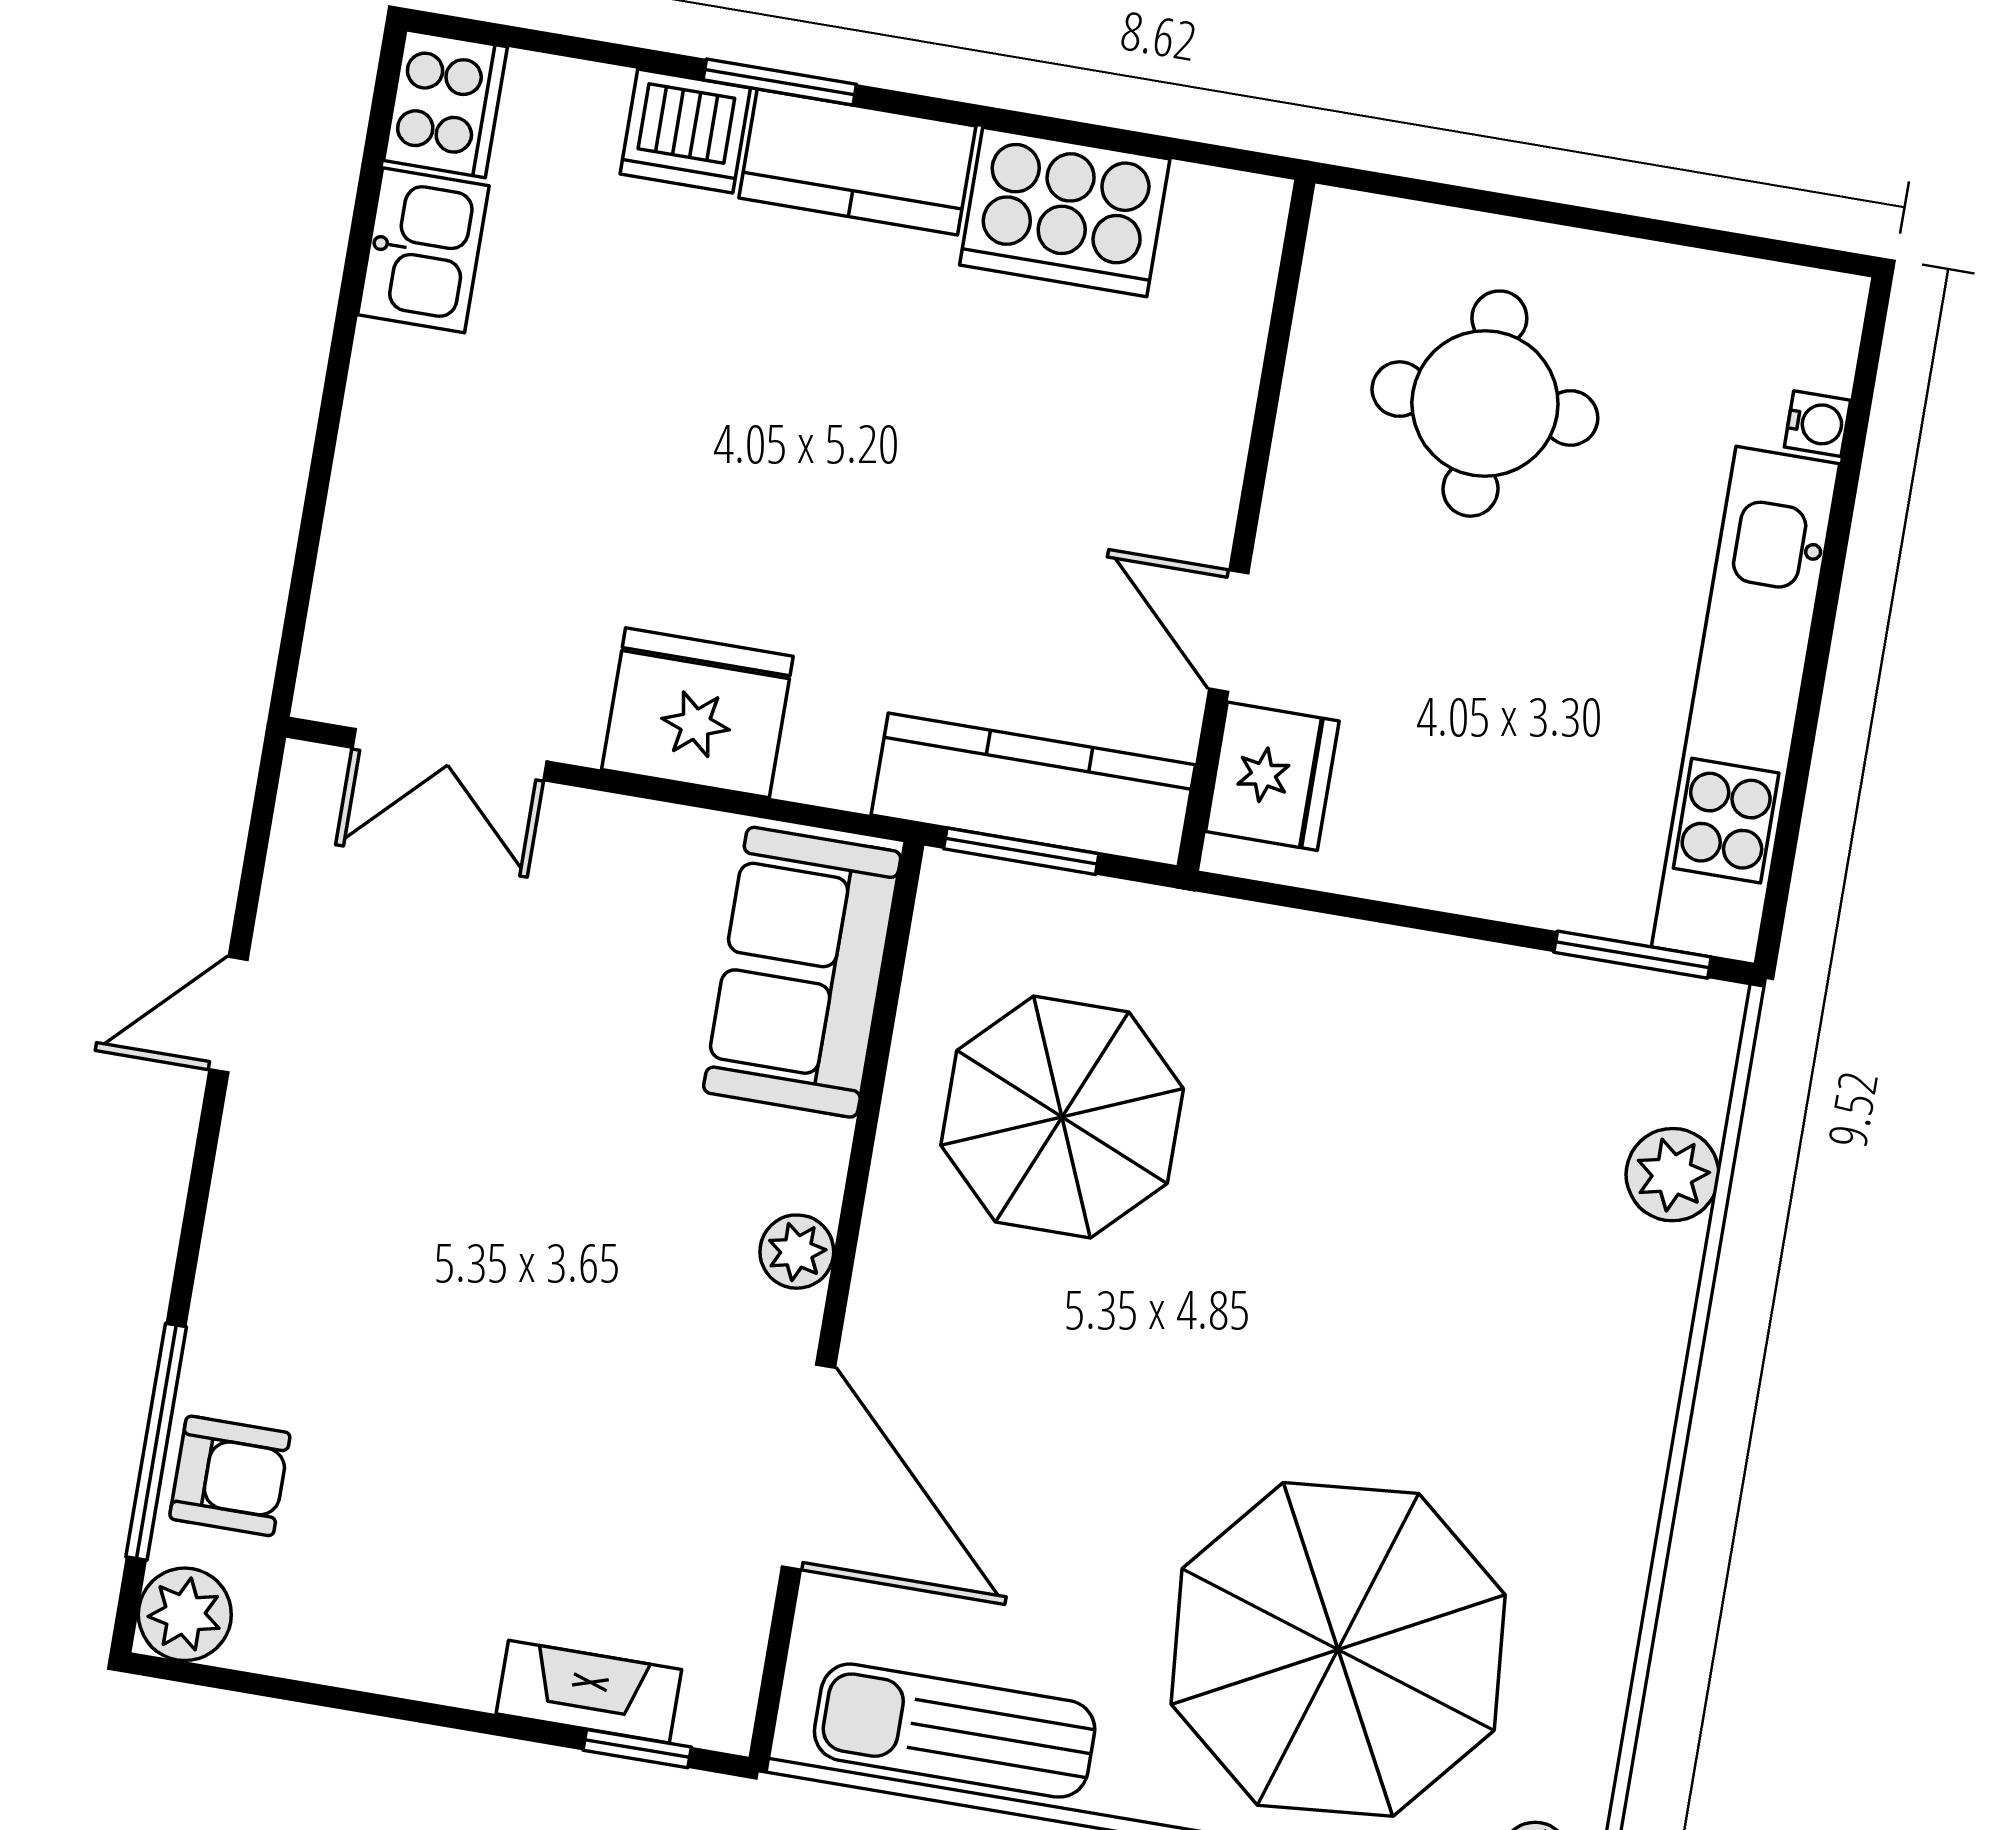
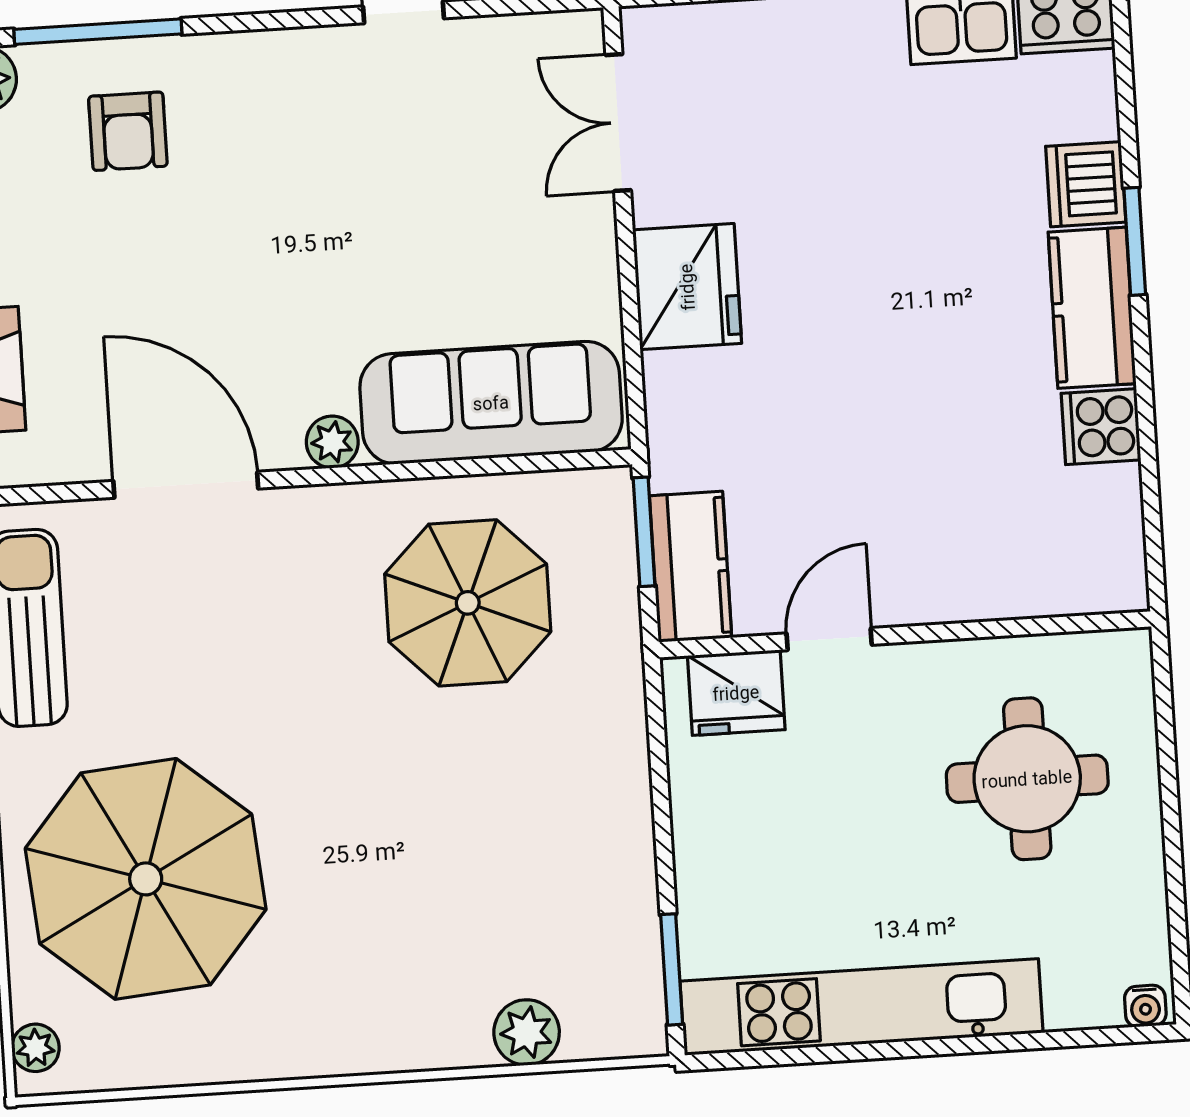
cooker: (1065, 212) -> (1101, 427), width x0.53, depth x0.76
water cooler: (1817, 424) -> (1145, 1006), moved
kitchen counter: (1033, 790) -> (691, 567), width x0.67
sofa: (802, 972) -> (491, 403), width x1.36
door: (808, 1467) -> (186, 485), swing flipped
armchair: (230, 1476) -> (128, 131), moved

